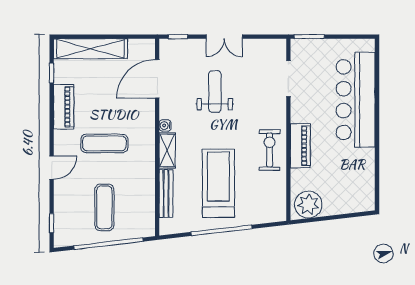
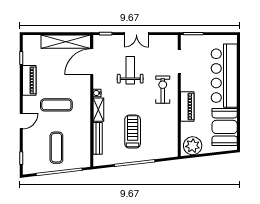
shelving: (90, 49) -> (66, 42), moved
exercise bike: (270, 150) -> (163, 90), moved
booth: (356, 176) -> (225, 127), added
treadmill: (218, 183) -> (133, 132), width x0.73, depth x0.73

